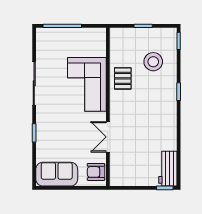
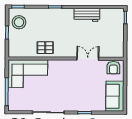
stool: (153, 62) -> (19, 22), moved
corner sofa: (87, 84) -> (28, 74), moved
double door: (108, 137) -> (88, 59), swing flipped
workbench: (168, 169) -> (87, 15), moved

